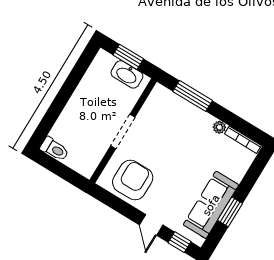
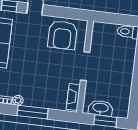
window: (193, 96) -> (33, 112), moved
fireplace: (153, 102) -> (73, 97), added

